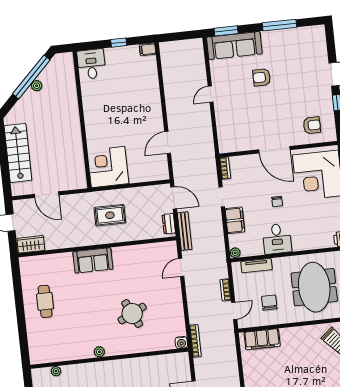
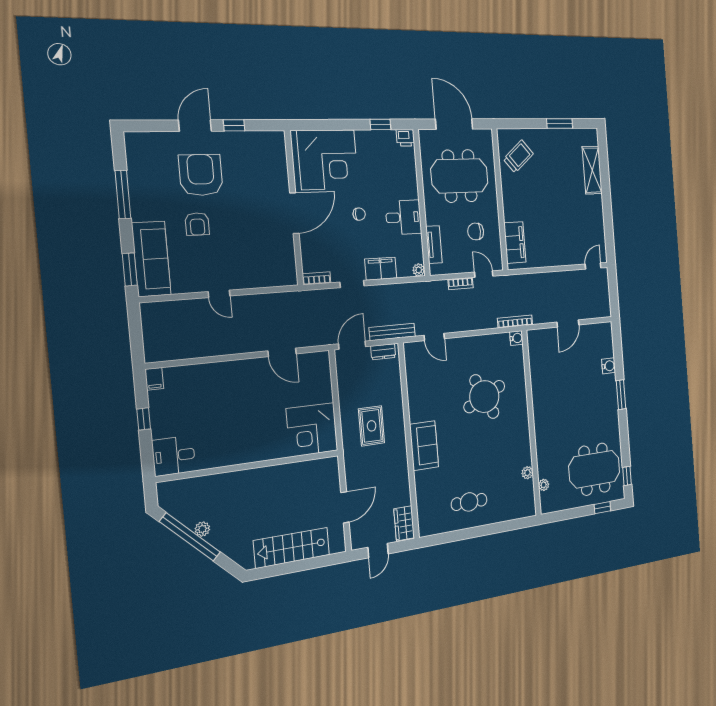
armchair: (312, 125) -> (201, 175), moved, width x1.88, depth x1.88
round table: (132, 313) -> (484, 397), width x1.36, depth x1.36
plant: (99, 352) -> (527, 473), moved

